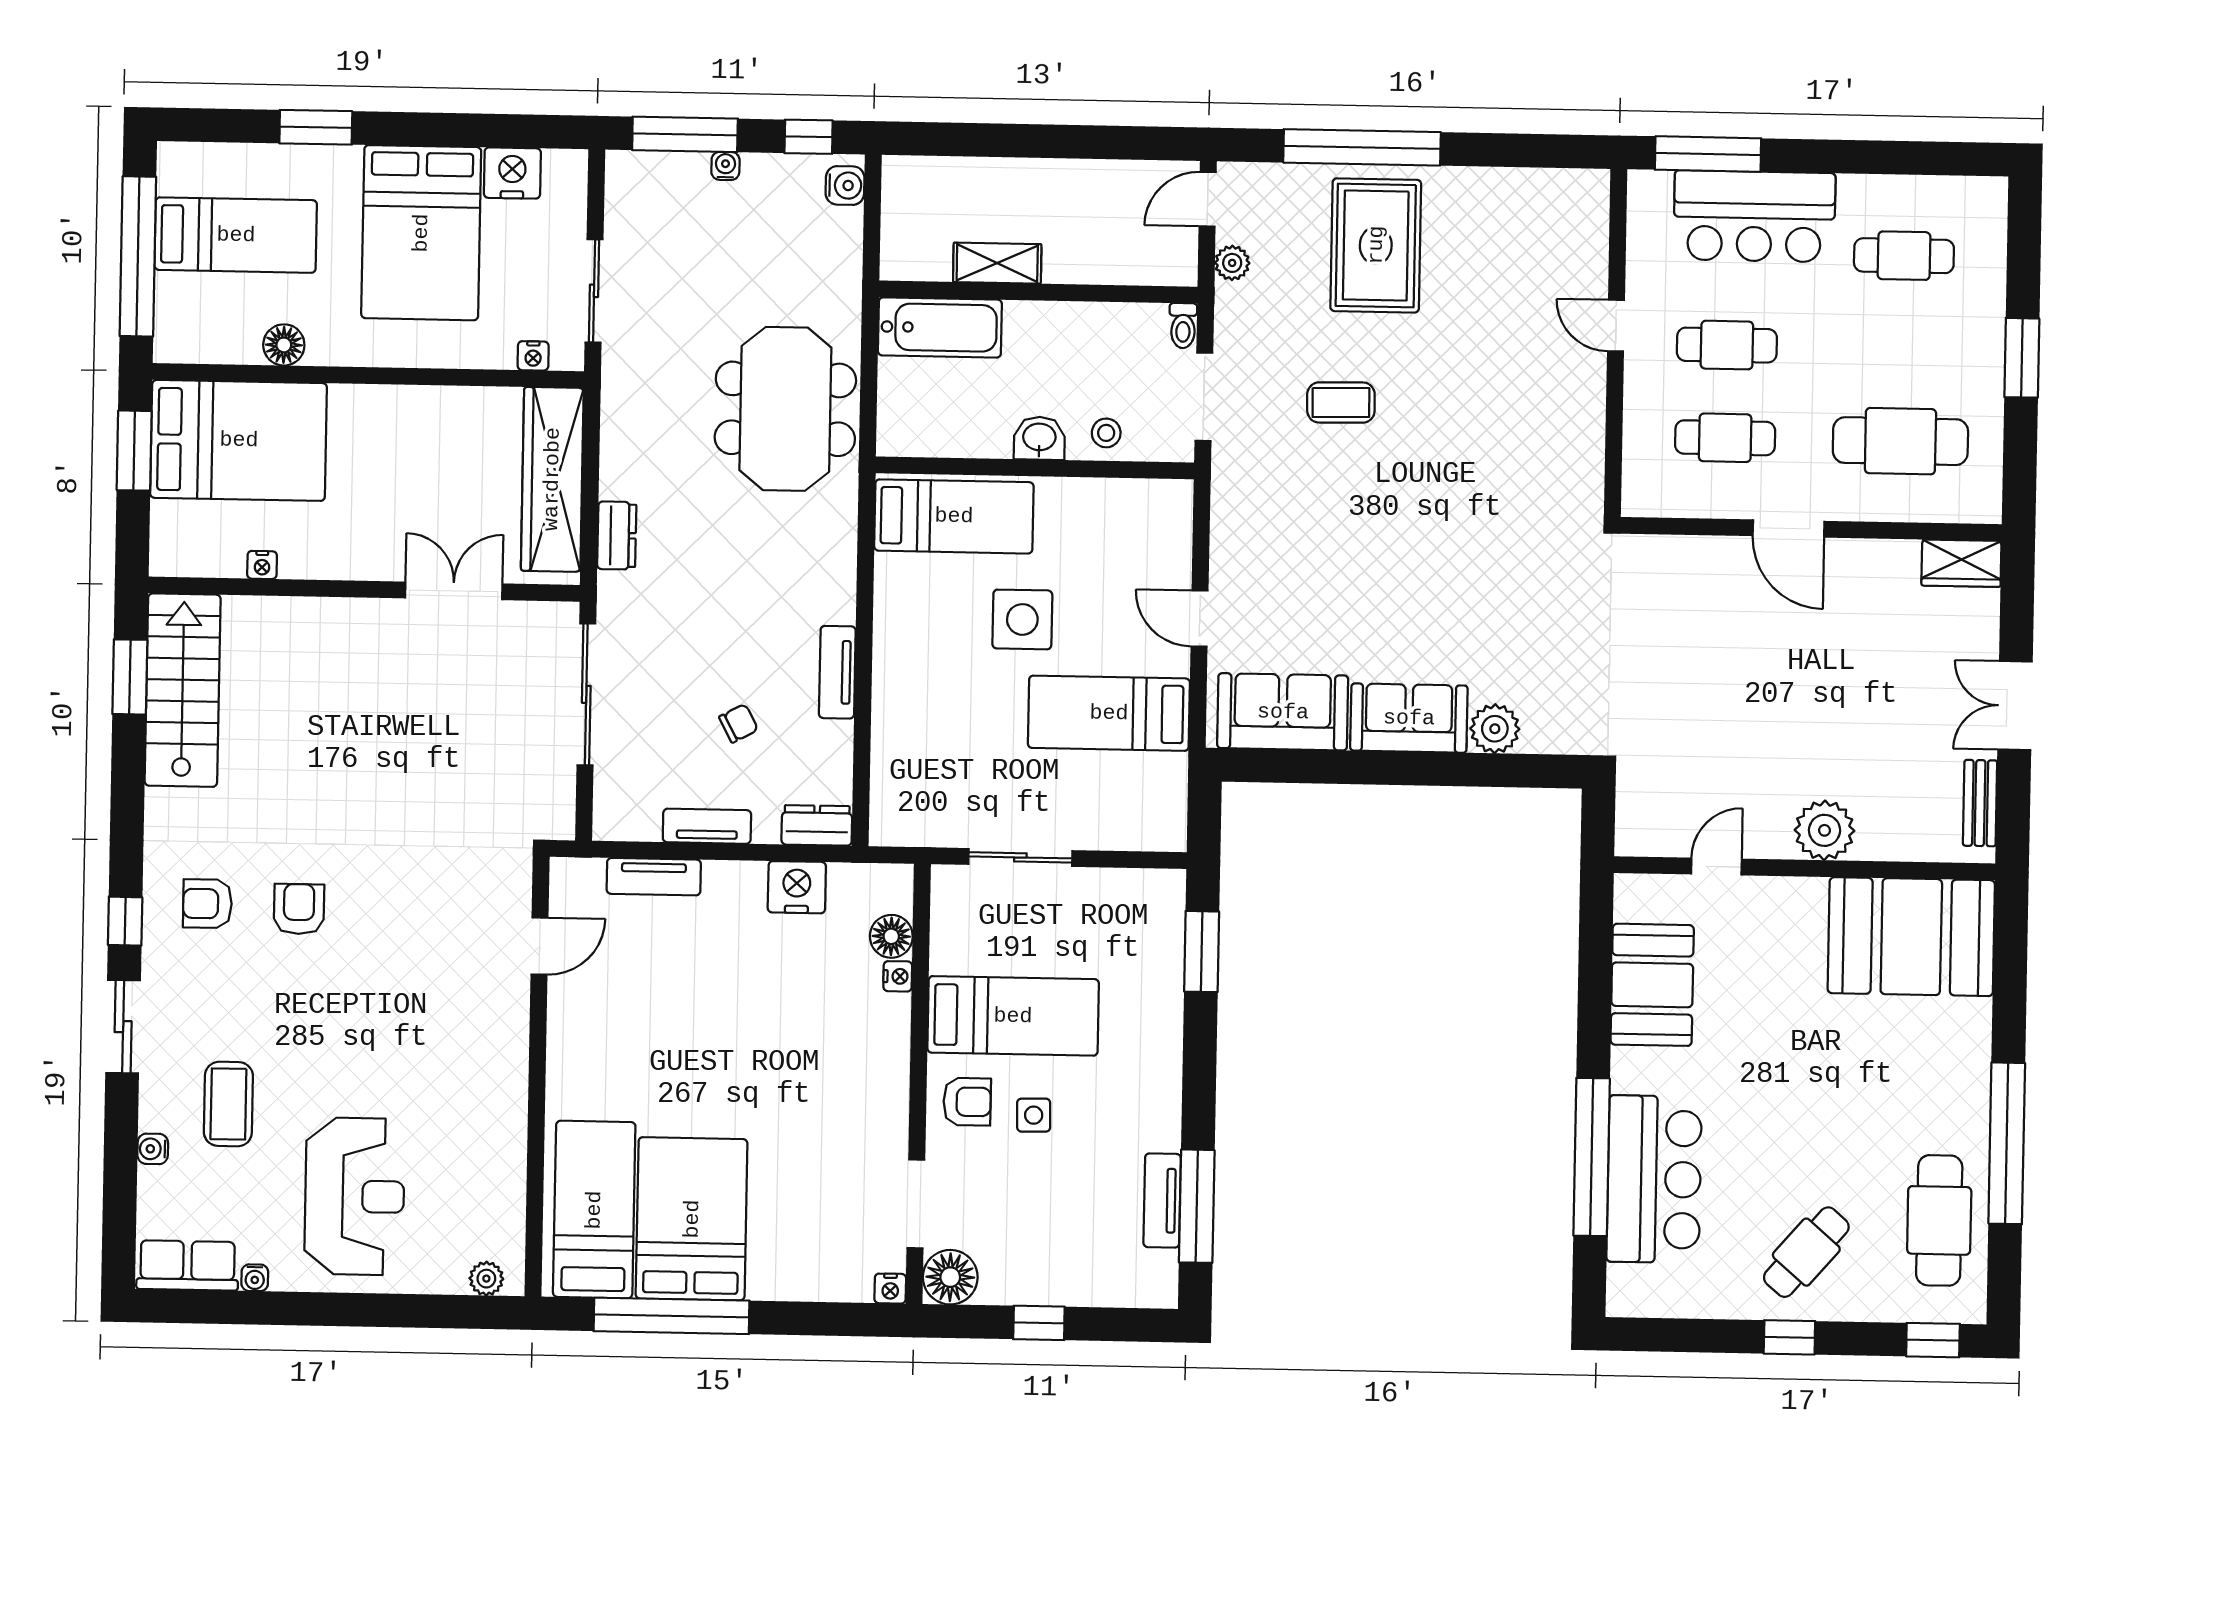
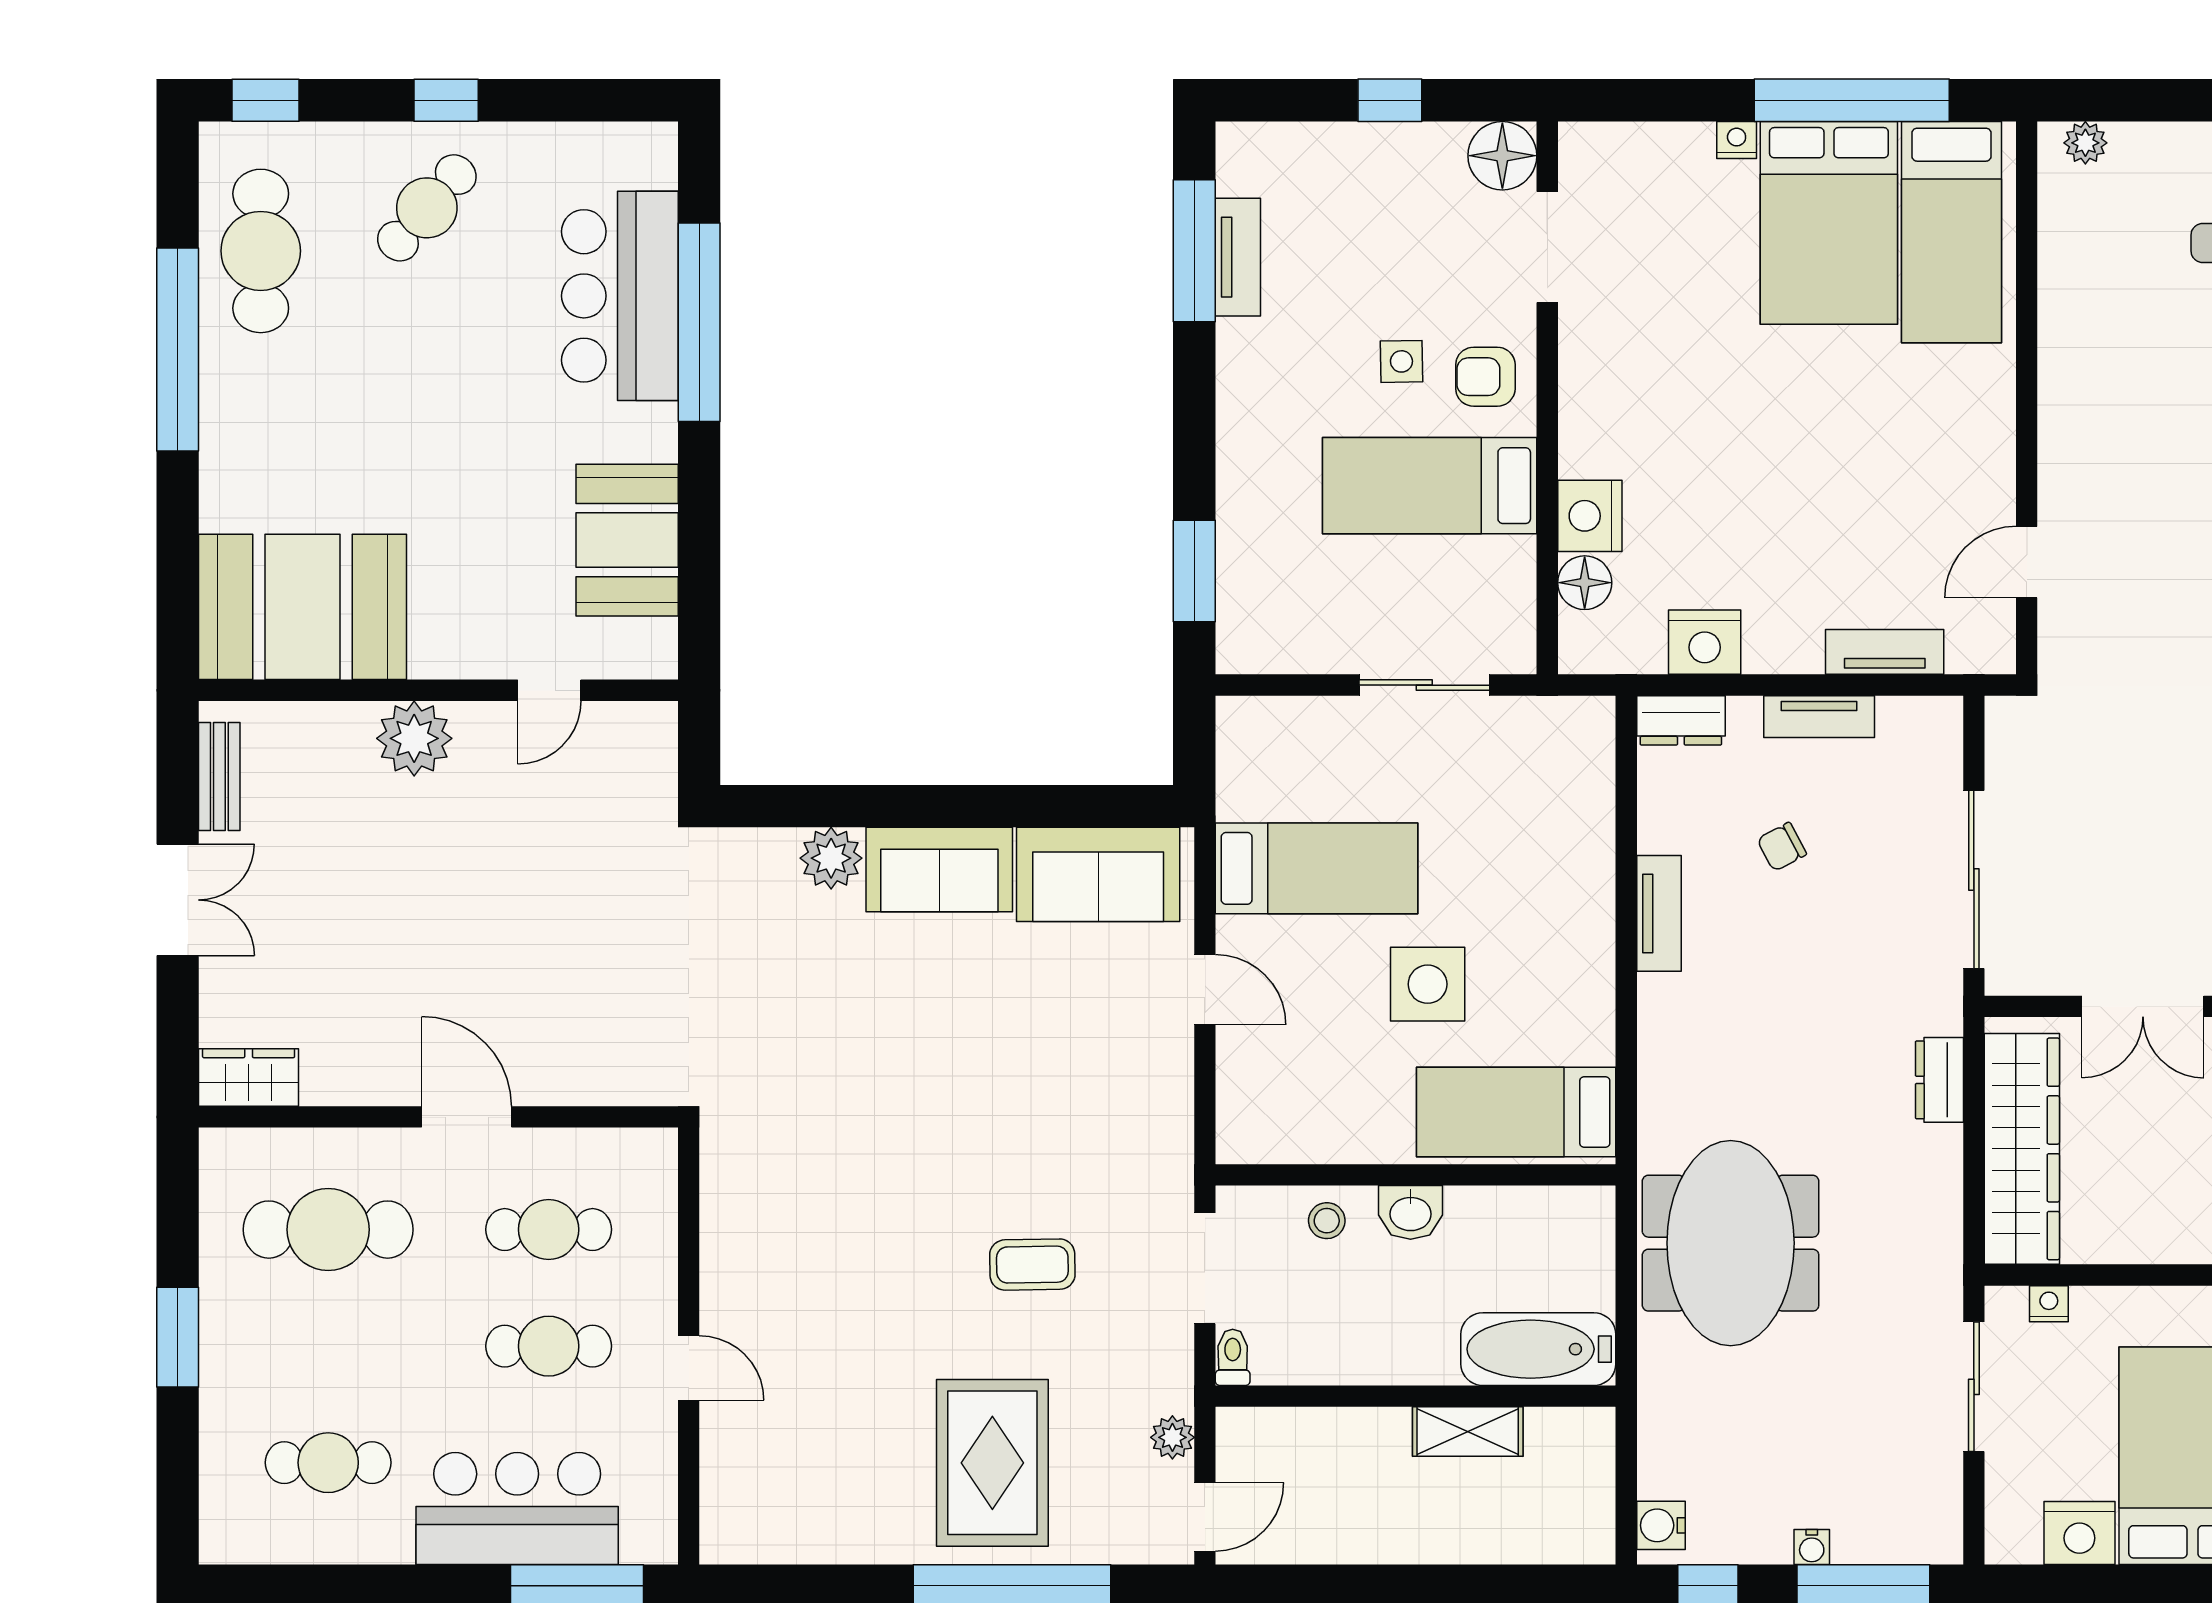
nightstand: (898, 976) -> (1590, 516), width x1.89, depth x1.79
nightstand: (890, 1289) -> (1737, 140), moved

